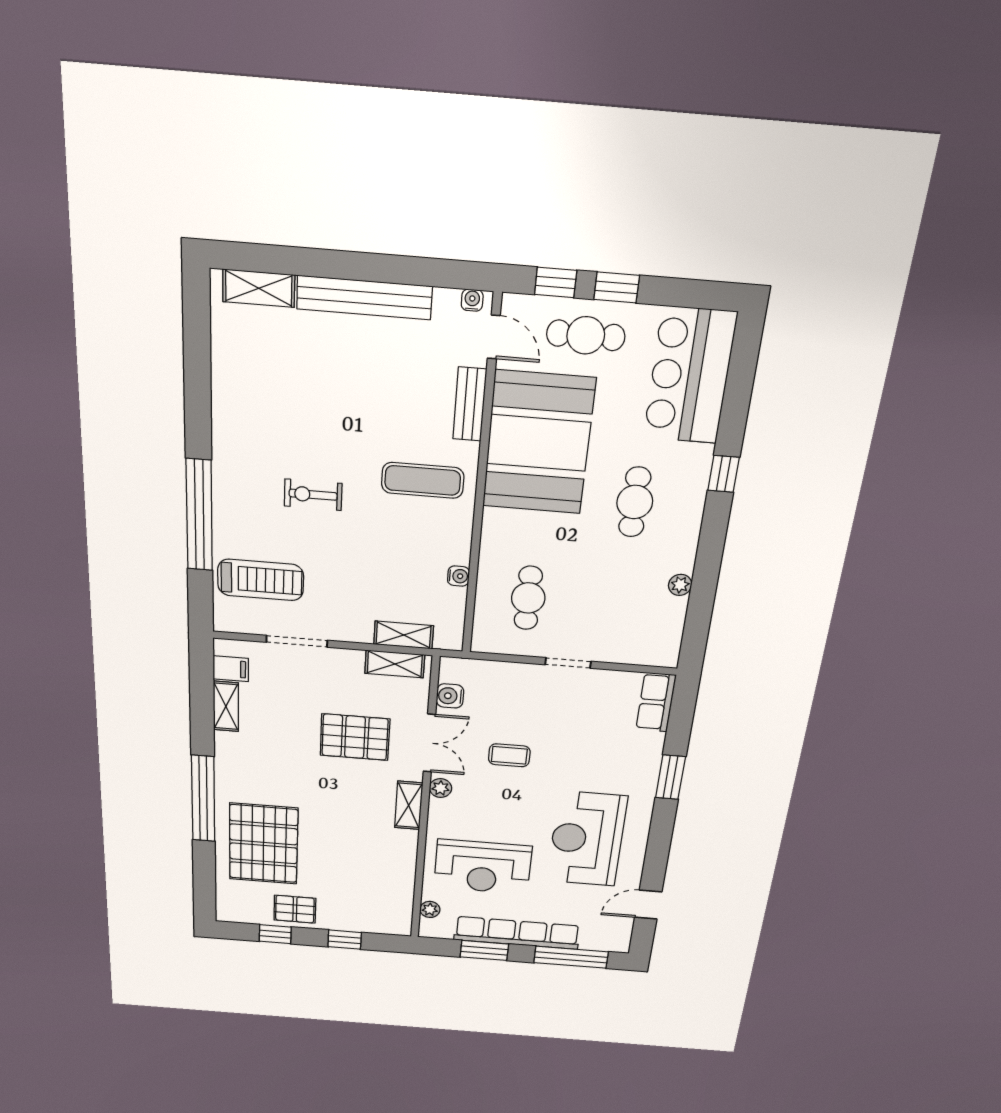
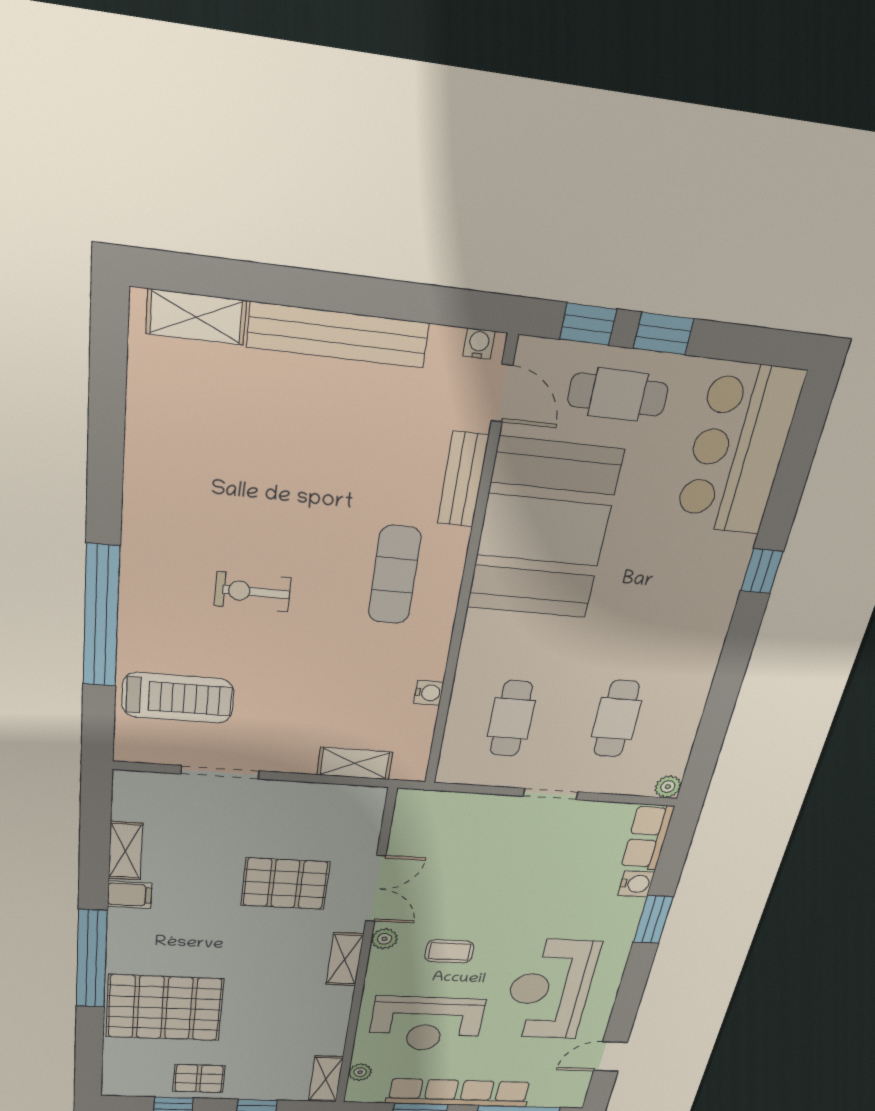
exercise mat: (423, 480) -> (395, 575), turned 90
cafe table: (635, 502) -> (616, 719), moved
plant: (680, 585) -> (668, 787), moved
shelving: (395, 664) -> (326, 1079), moved, turned 90
filing cabinet: (231, 669) -> (130, 895), moved
water cooler: (450, 696) -> (636, 884), moved, turned 180
coffee table: (509, 755) -> (449, 951), moved
pallet: (263, 844) -> (165, 1008), turned 90

